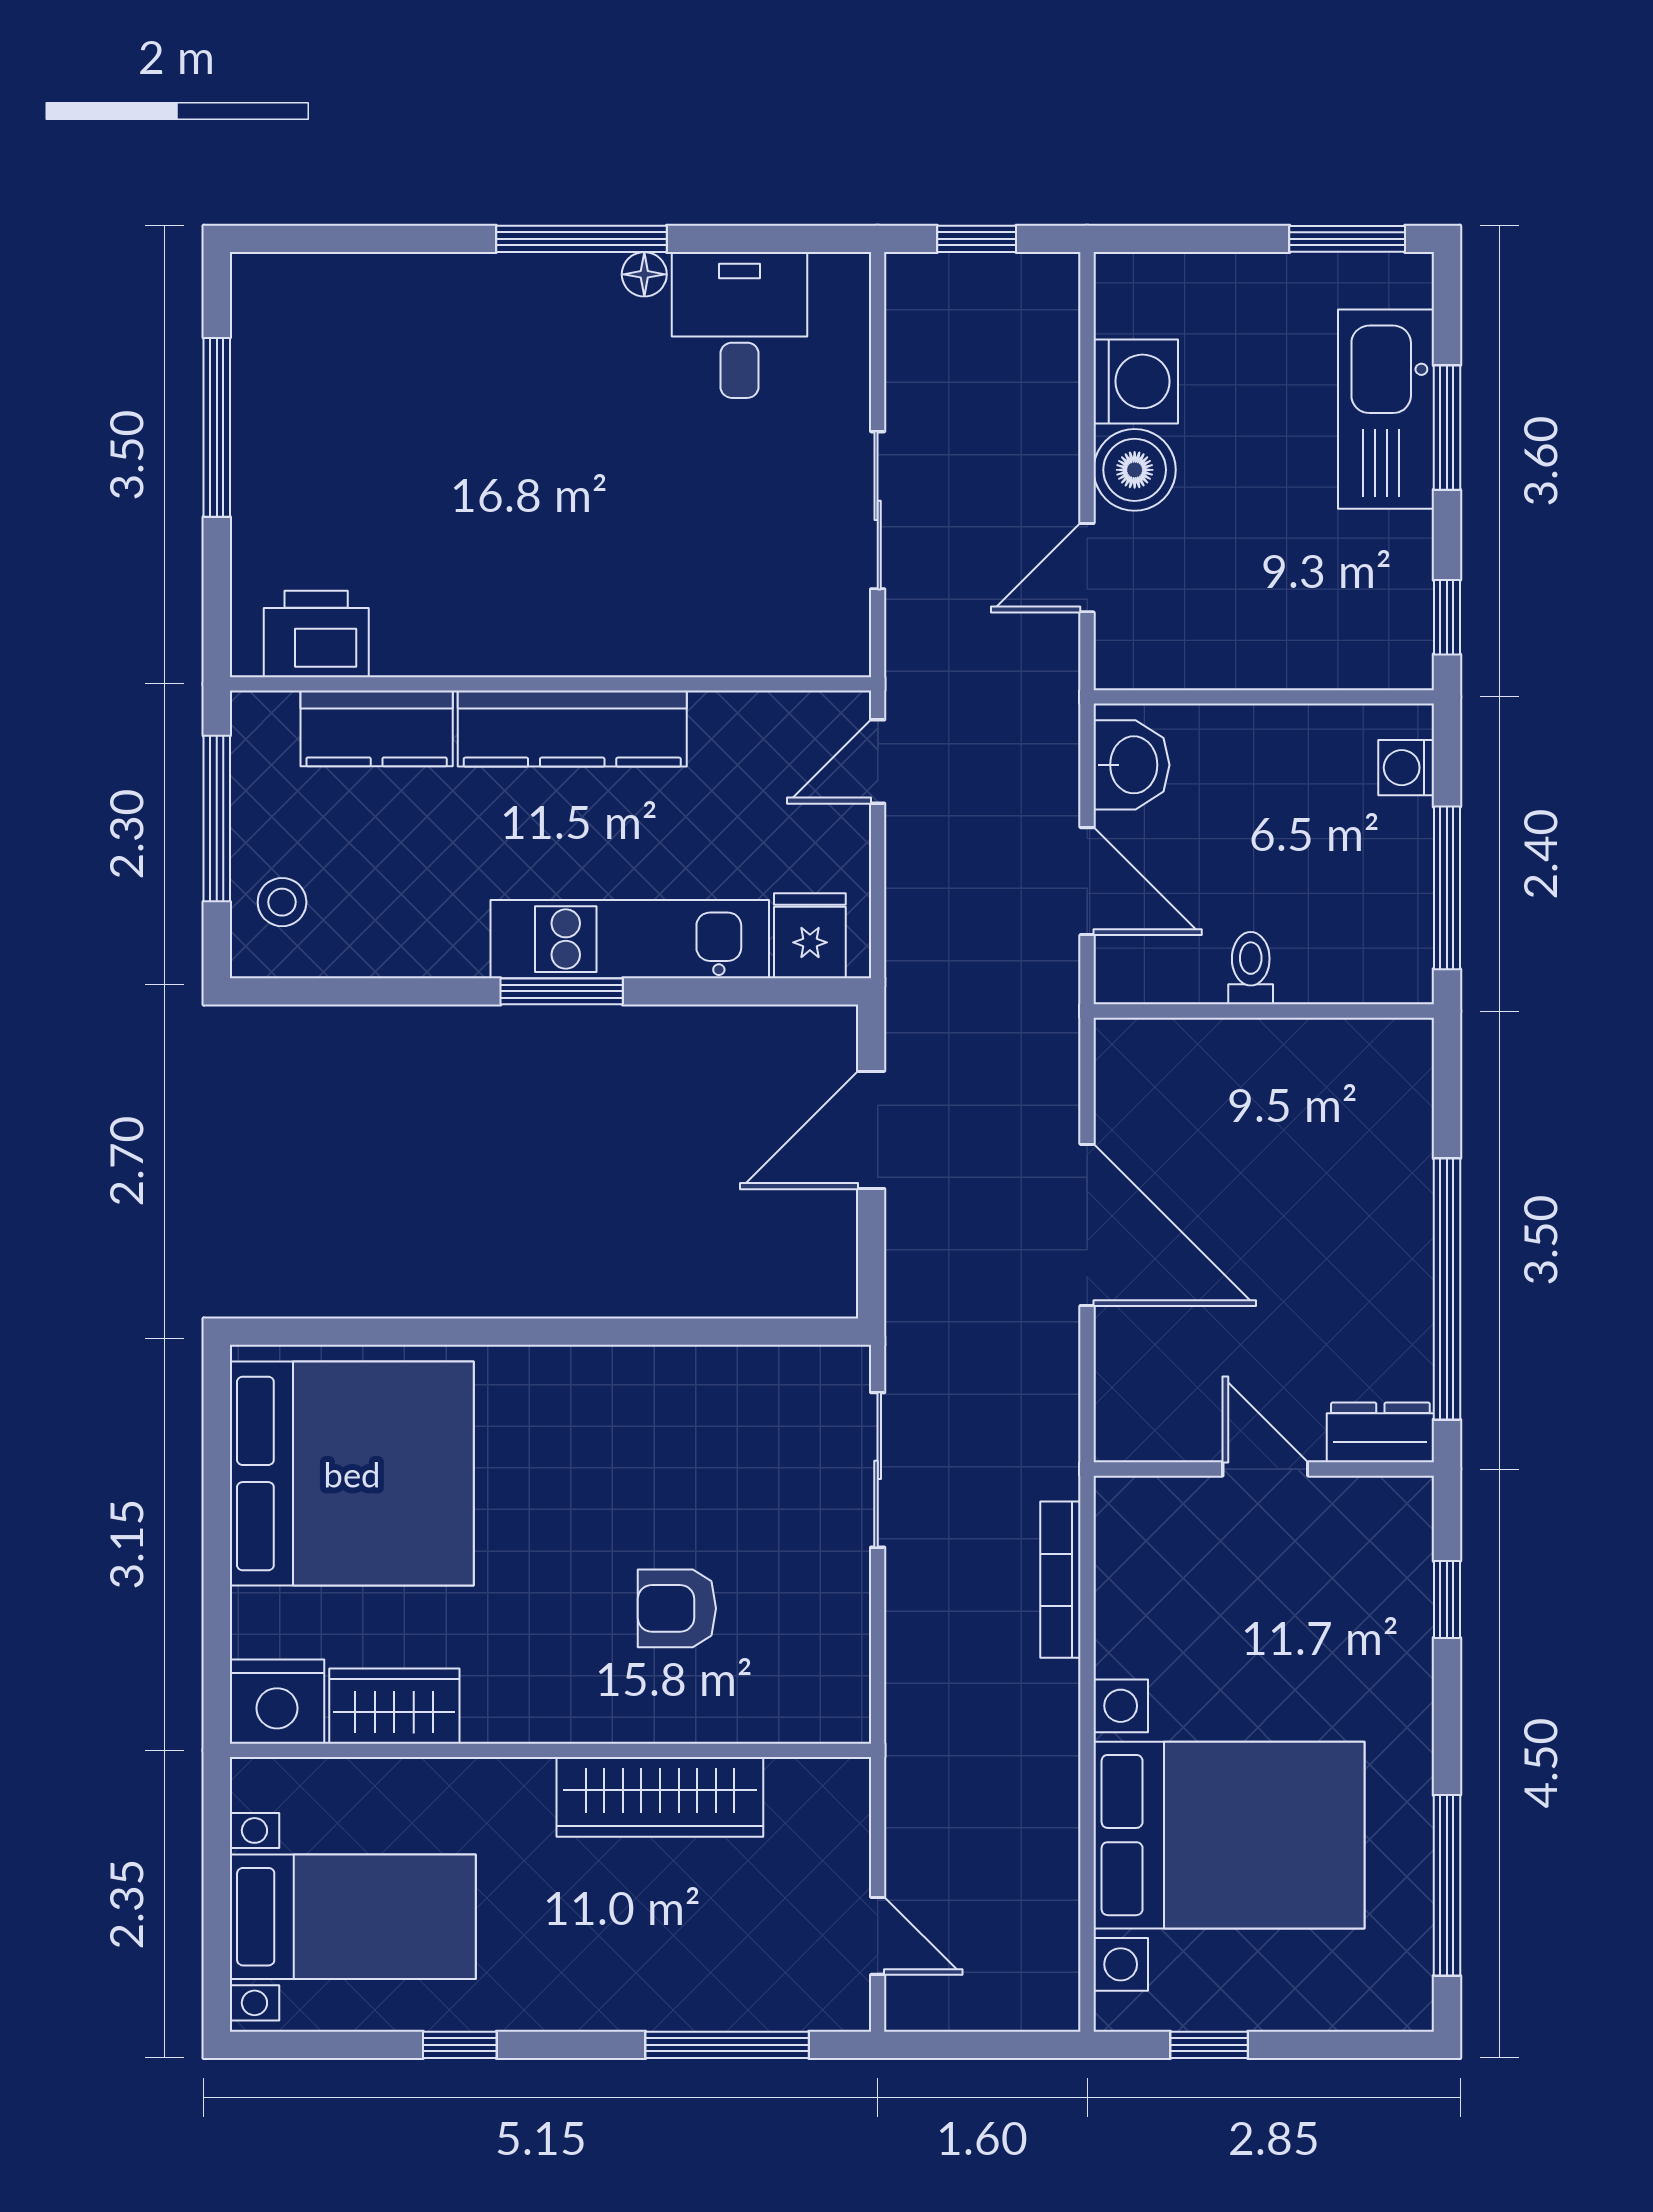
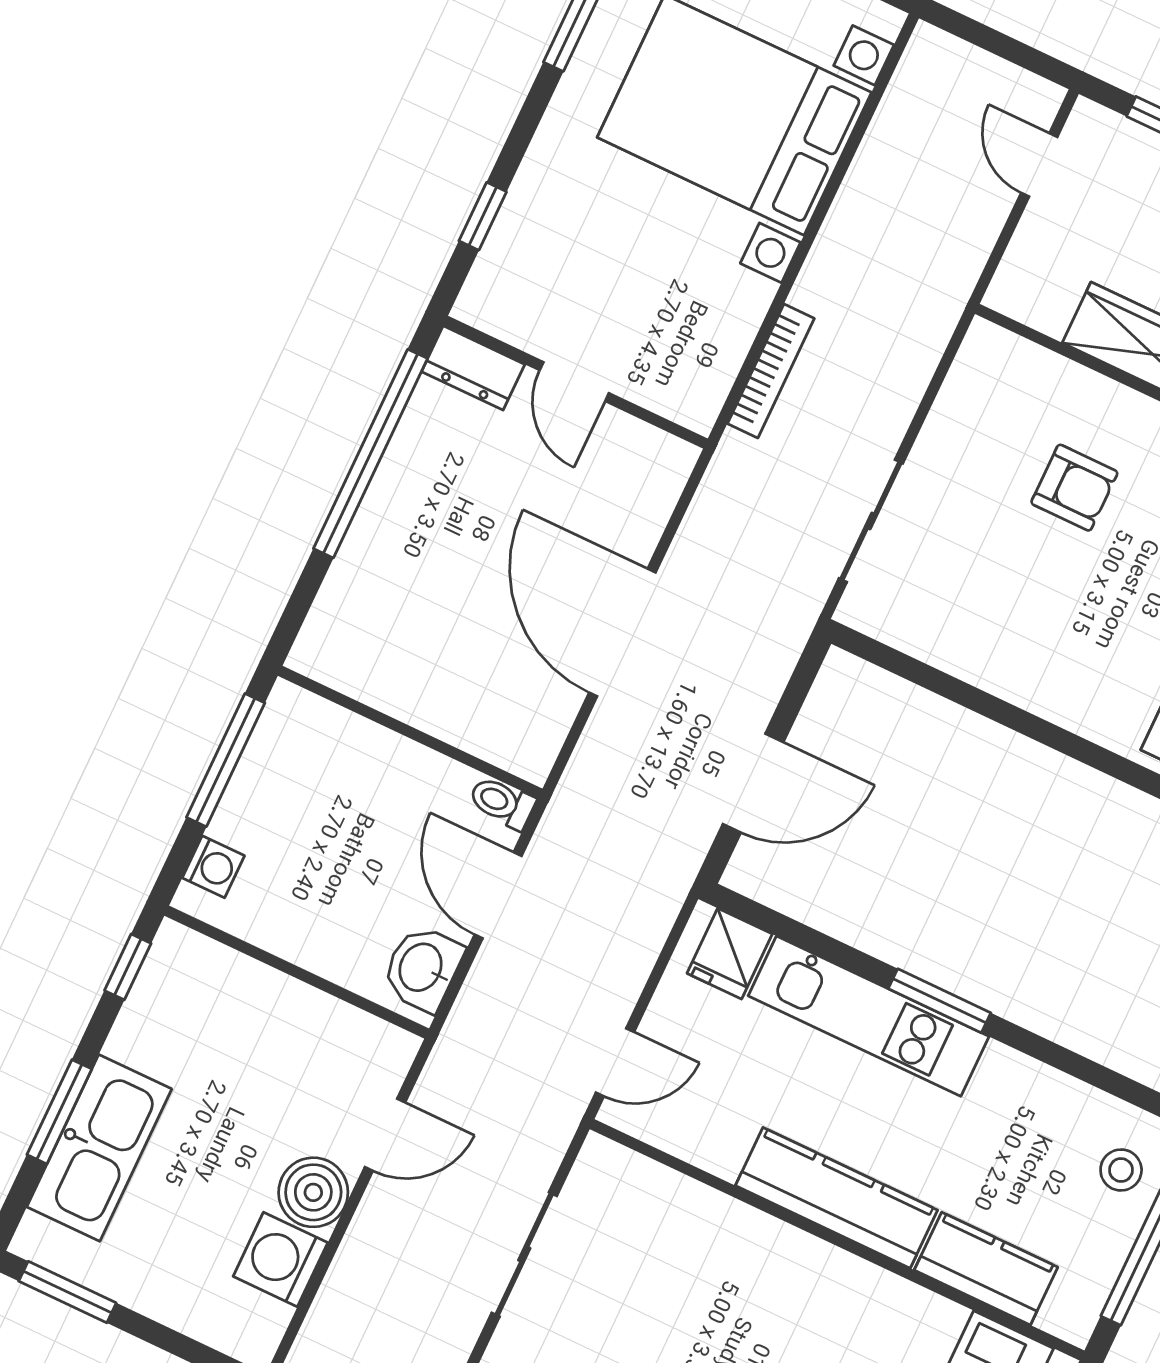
toilet: (1251, 968) -> (502, 803), moved, turned 90

